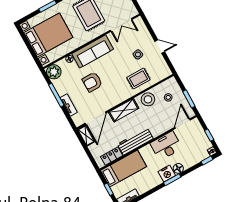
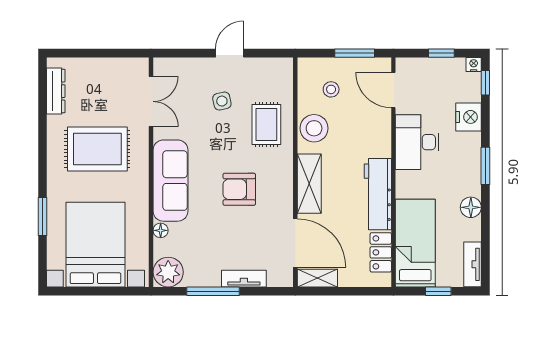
armchair: (92, 82) -> (239, 189), moved, turned 90
floor lamp: (178, 168) -> (471, 207), moved
nightstand: (167, 174) -> (468, 117), moved

